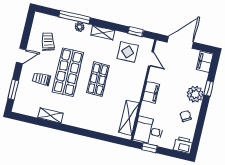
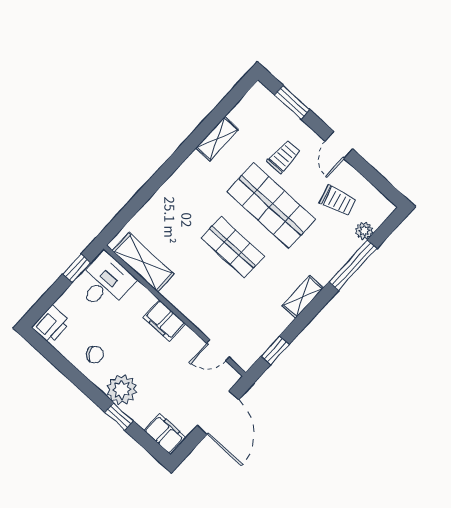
plant: (80, 27) -> (364, 231), moved
display table: (128, 52) -> (250, 319), removed

